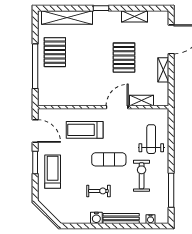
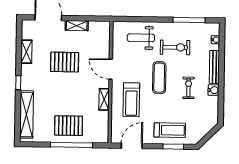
pallet: (55, 52) -> (69, 126), moved
shelving: (142, 101) -> (104, 99), moved
window: (35, 163) -> (173, 147), moved
treadmill: (53, 172) -> (170, 130), turned 180
exercise bike: (142, 176) -> (175, 47), turned 180

